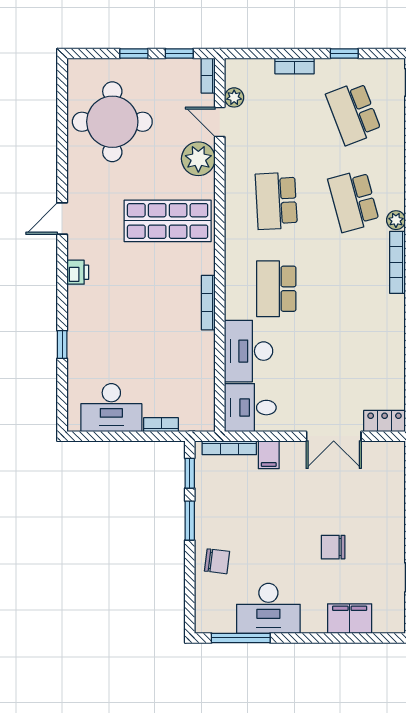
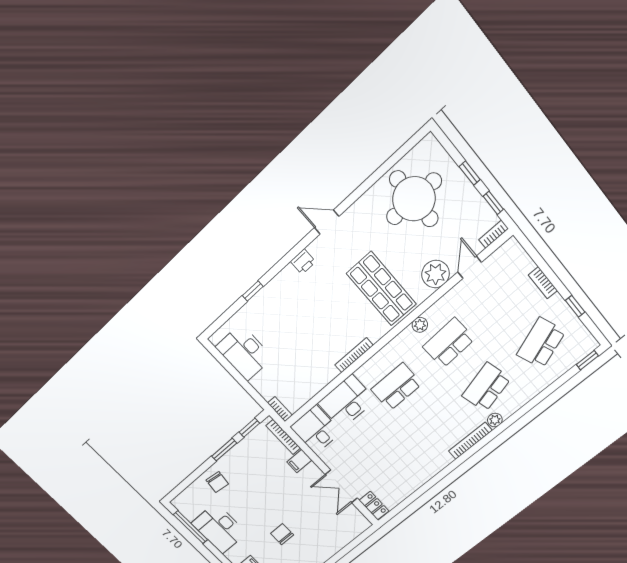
plant: (234, 97) -> (420, 325), moved
bookcase: (161, 425) -> (280, 409), moved

